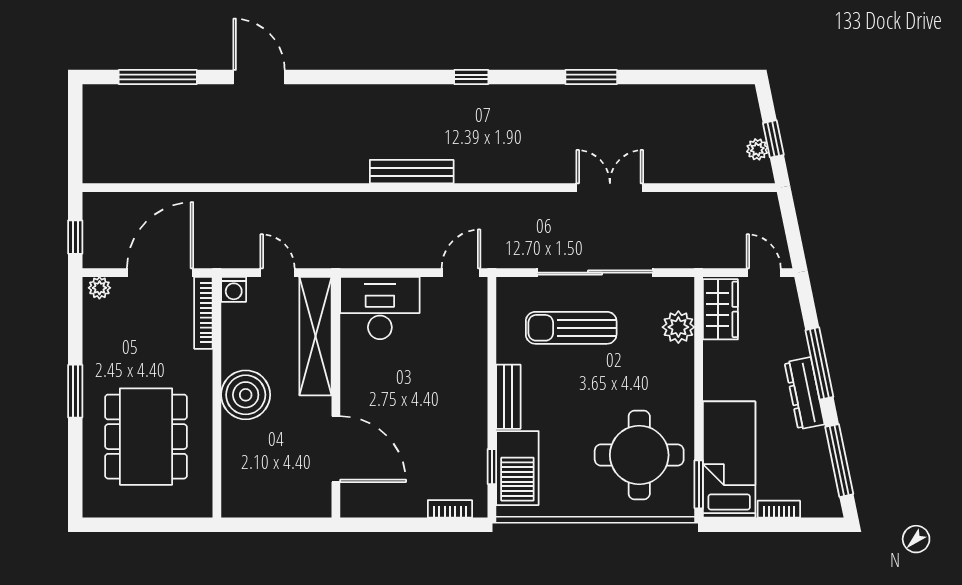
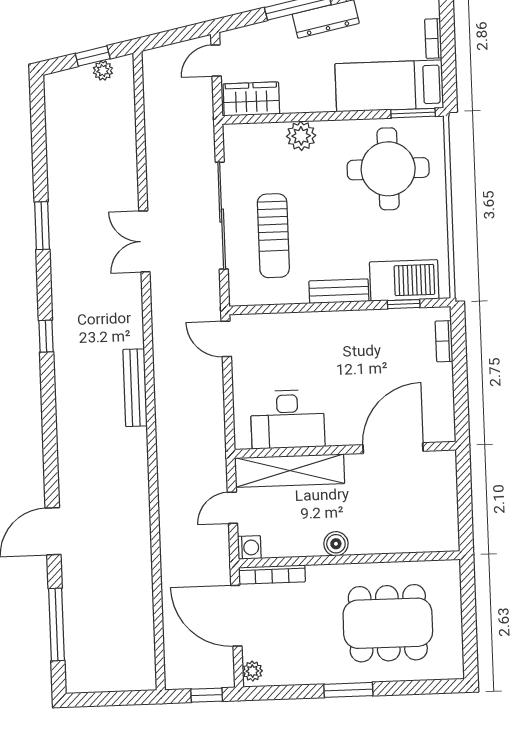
double door: (610, 188) -> (144, 241), moved
desk: (380, 308) -> (288, 419), moved, turned -90
plant: (678, 327) -> (301, 136), moved
boiler: (246, 395) -> (336, 544), width x0.54, depth x0.54

